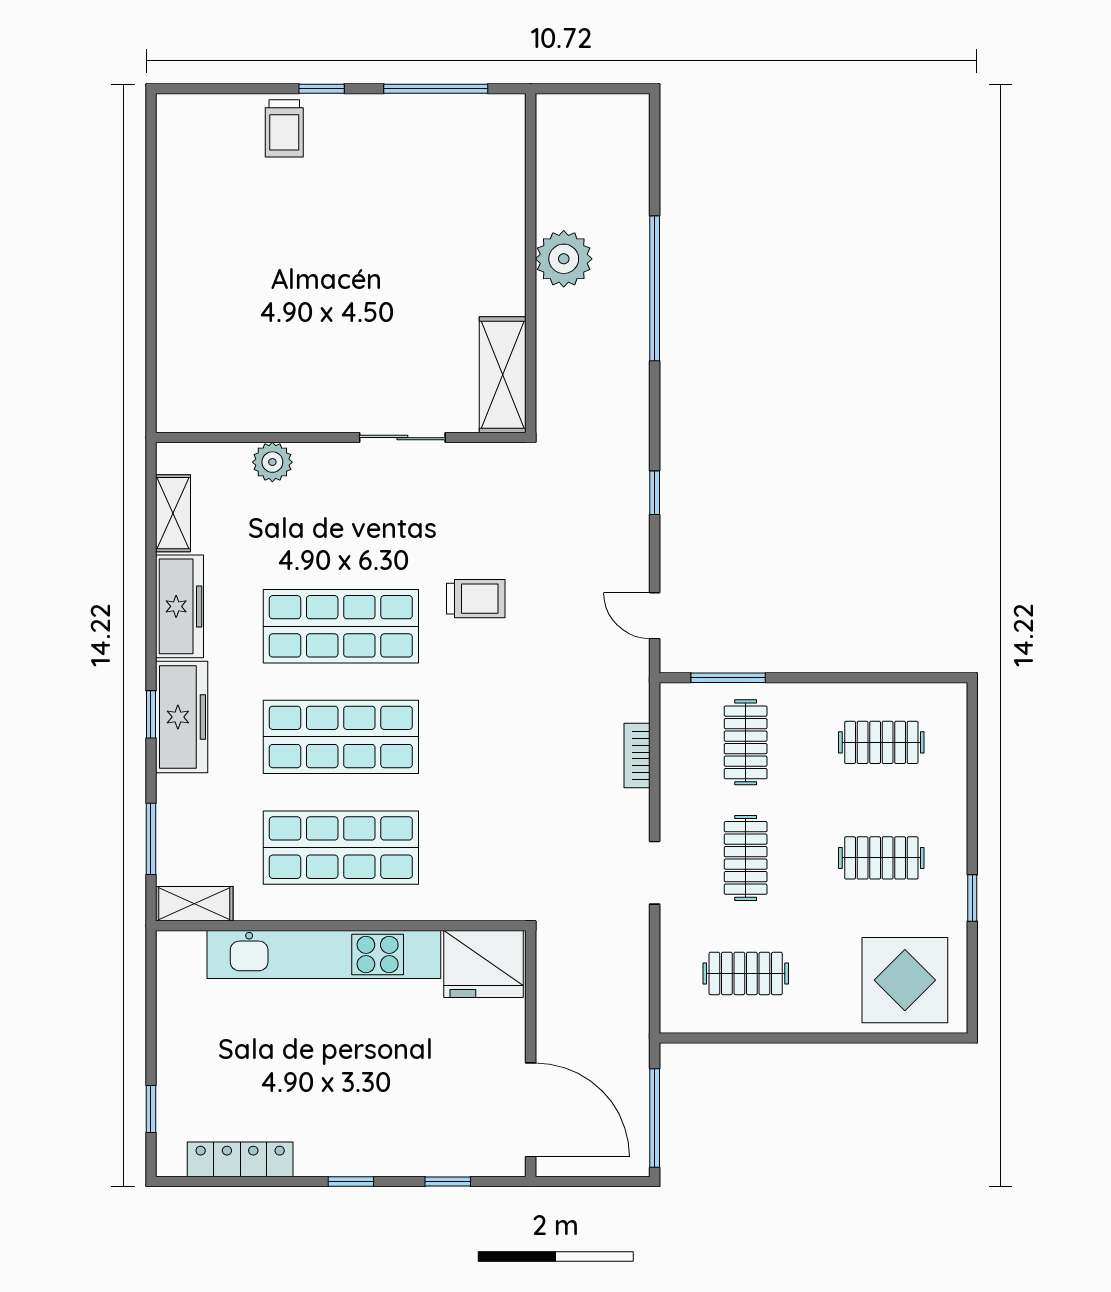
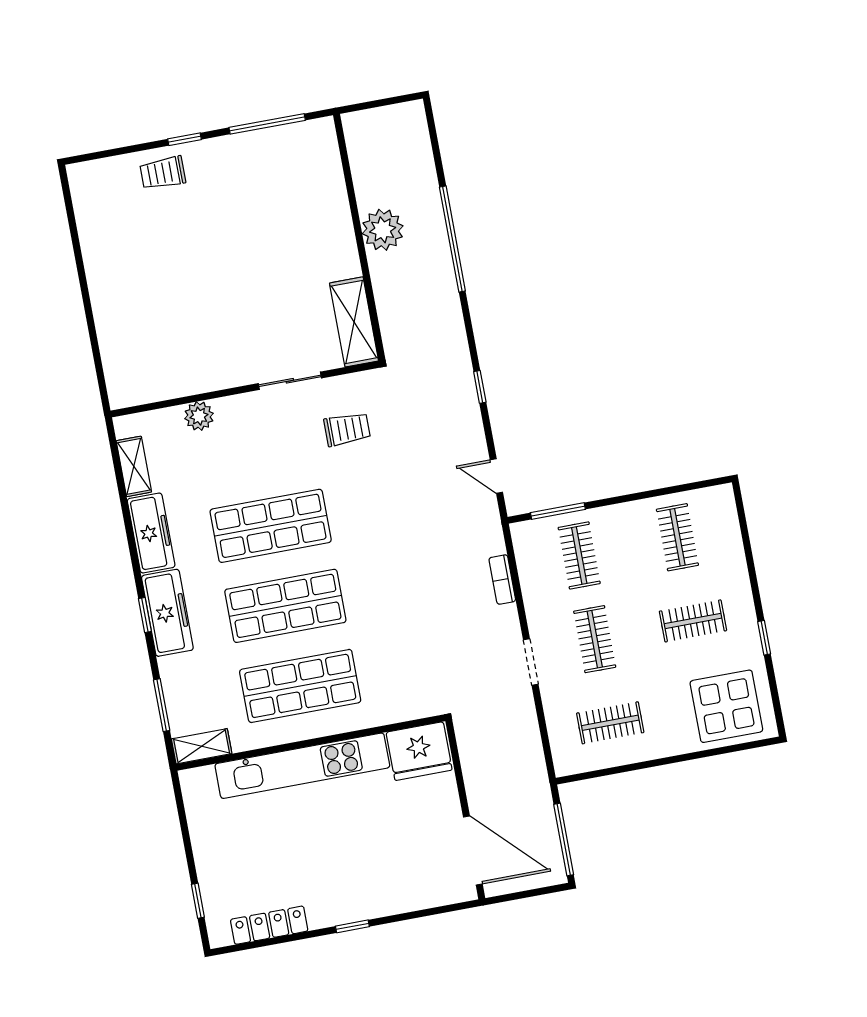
trolley: (284, 128) -> (163, 173), turned 90
trolley: (476, 599) -> (347, 429), moved
clothes rail: (881, 742) -> (677, 537), turned 90
window: (448, 1181) -> (422, 913), removed

